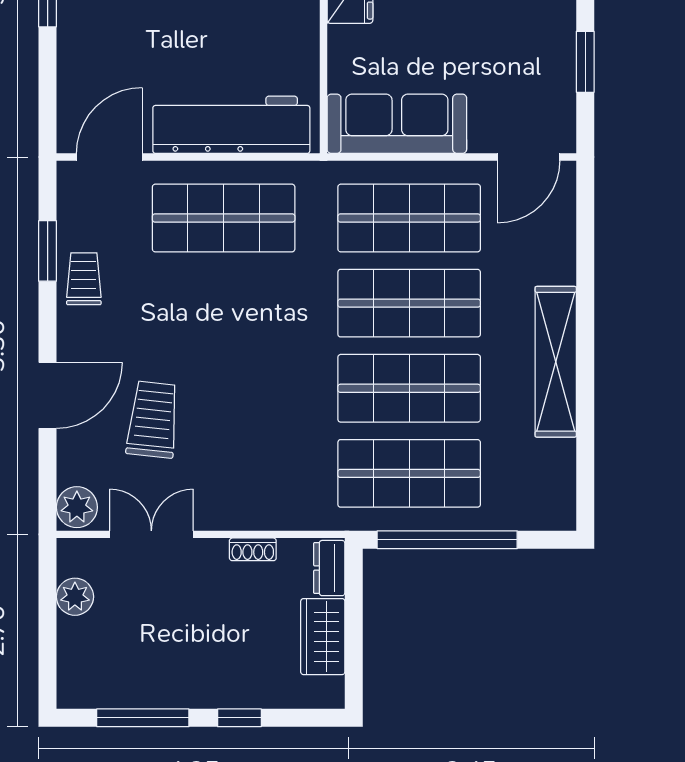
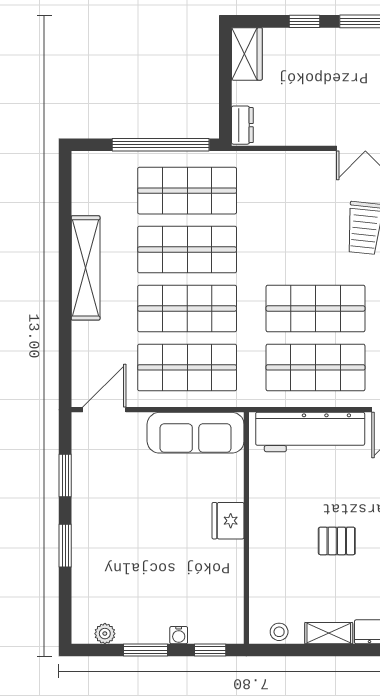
shop shelf: (224, 303) -> (316, 308), added
shoe rack: (253, 549) -> (295, 138), removed
wardrobe: (323, 637) -> (247, 54), moved

